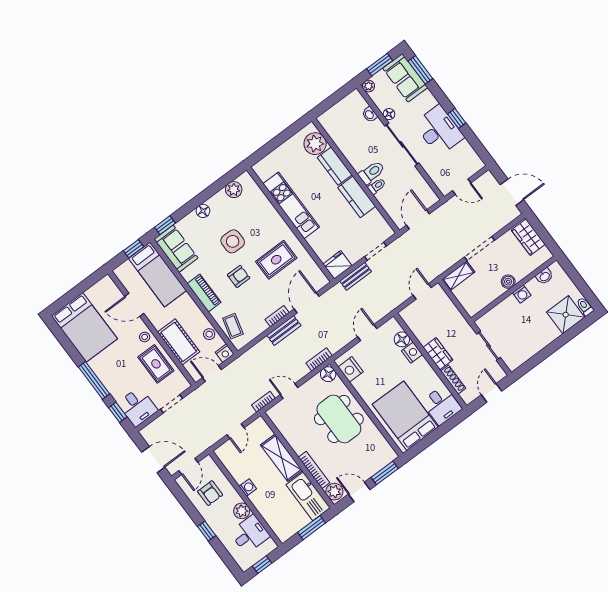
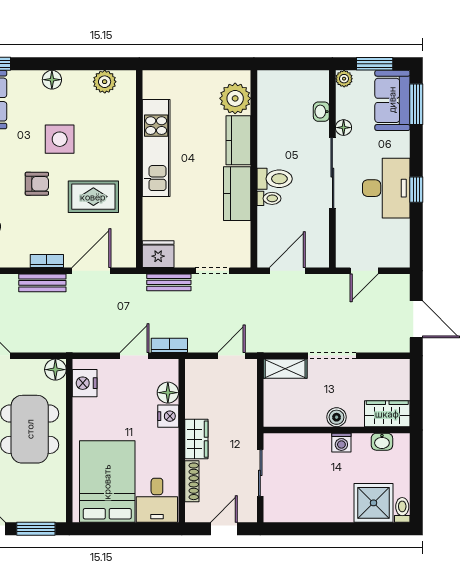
door: (462, 187) -> (364, 271), hinge flipped
wardrobe: (528, 237) -> (387, 414), moved, turned 90
bookcase: (319, 359) -> (169, 345), moved

